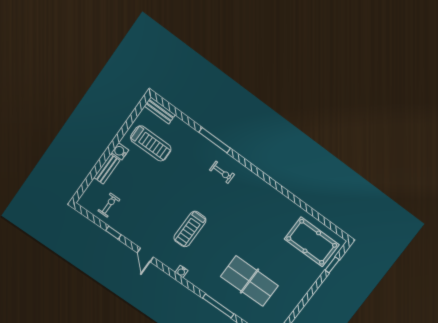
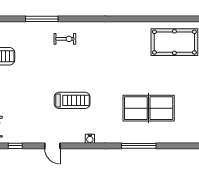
treadmill: (190, 229) -> (72, 100), turned -90

